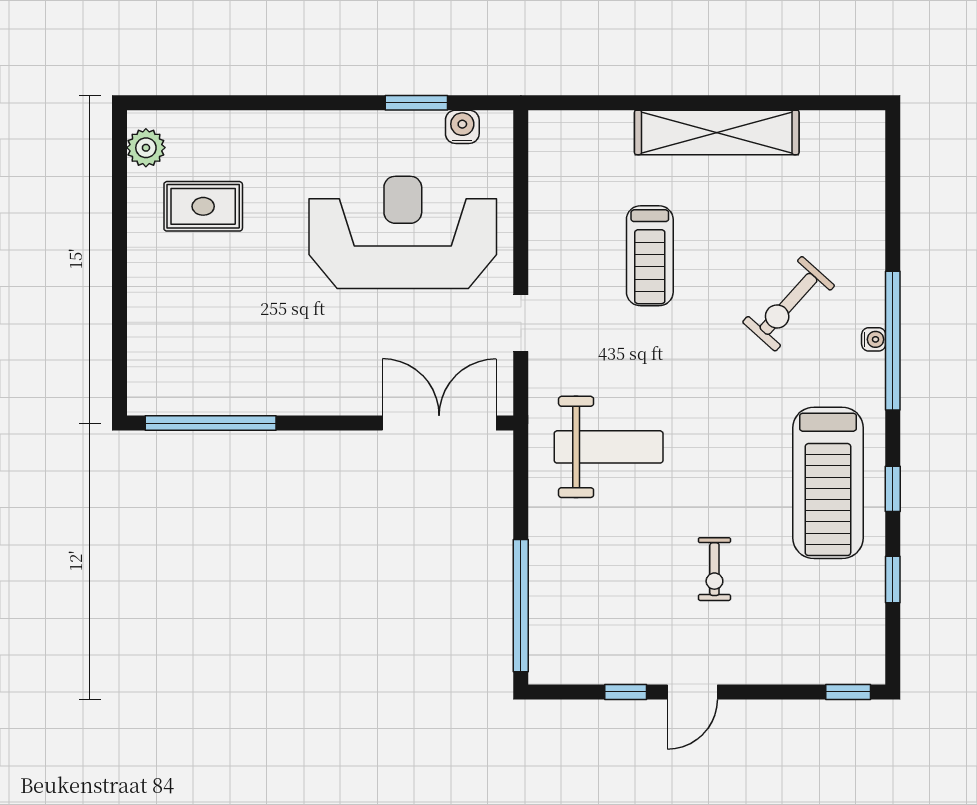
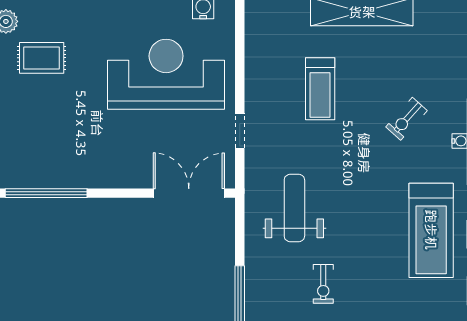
exercise bike: (788, 304) -> (407, 119), width x0.73, depth x0.72
weight bench: (609, 447) -> (294, 208), turned -90
exercise bike: (714, 569) -> (323, 284), moved

